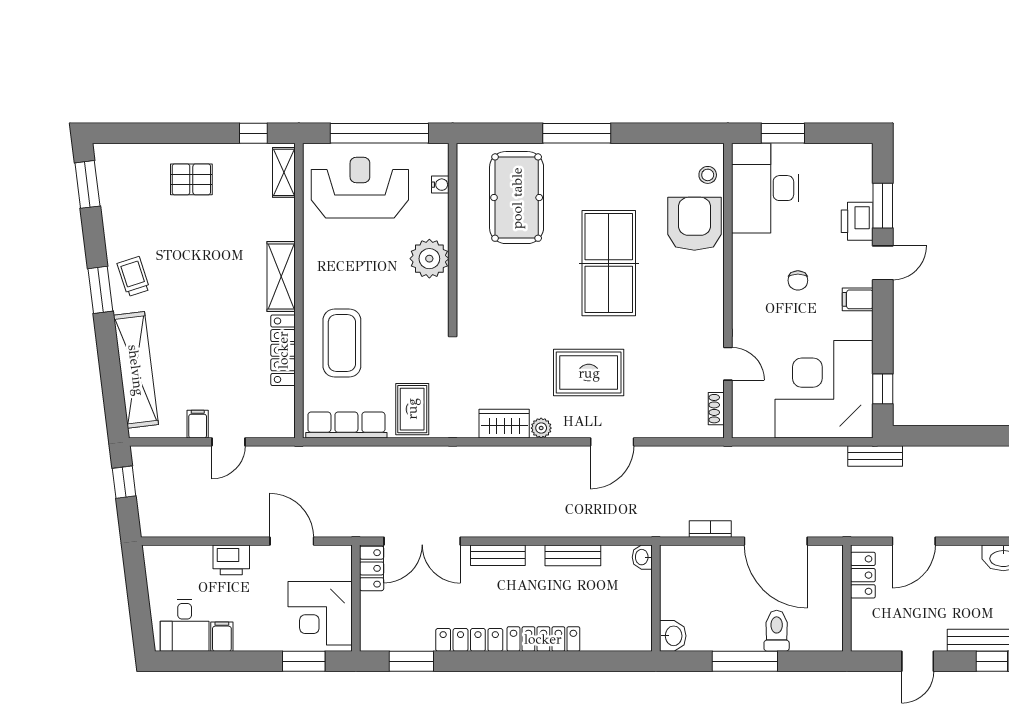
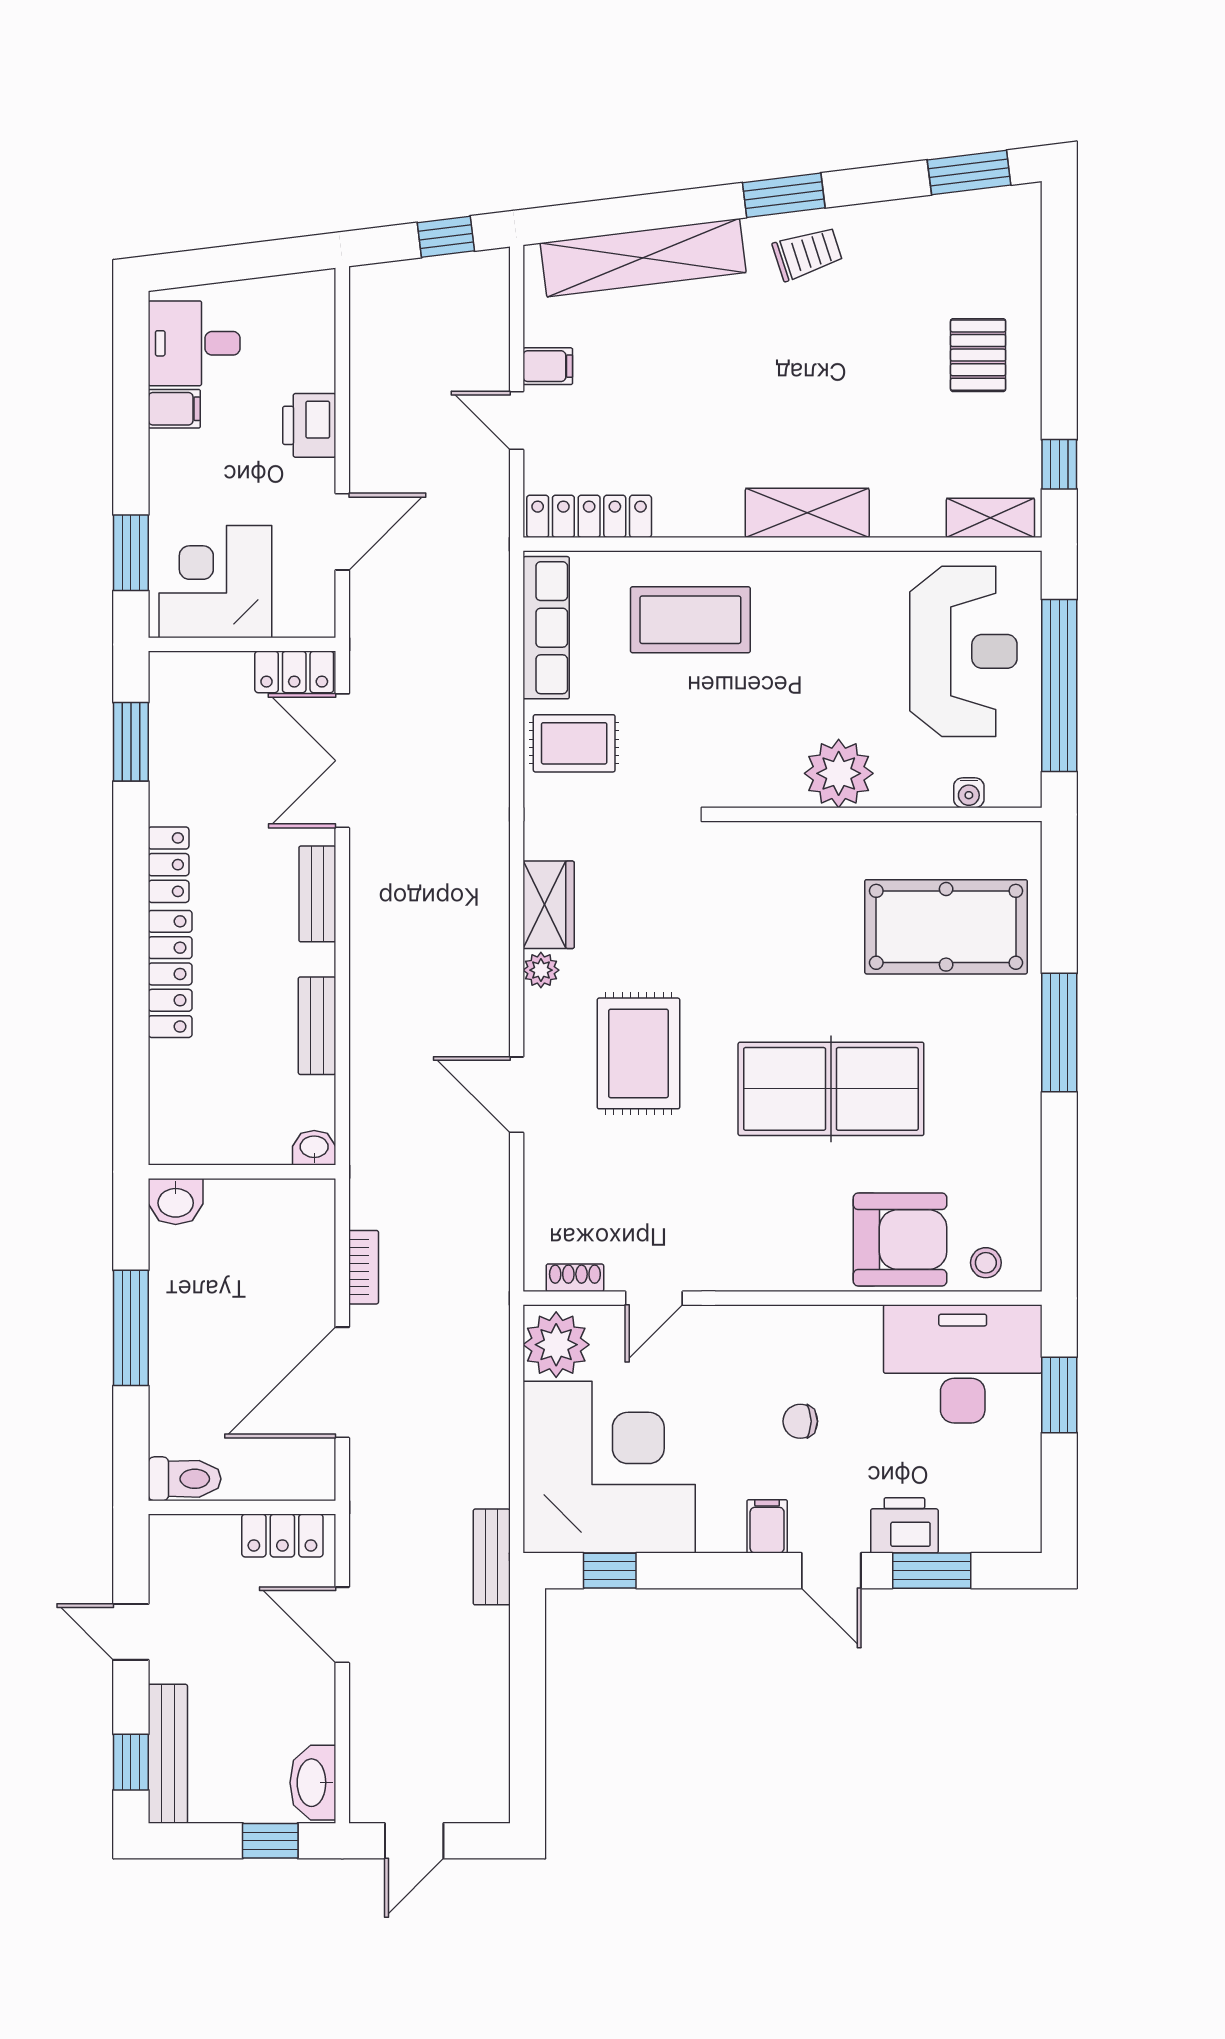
locker: (283, 350) -> (589, 516), moved
plant: (754, 419) -> (556, 1345), added
toilet: (777, 631) -> (185, 1479), moved
locker: (469, 640) -> (169, 865), width x0.66

